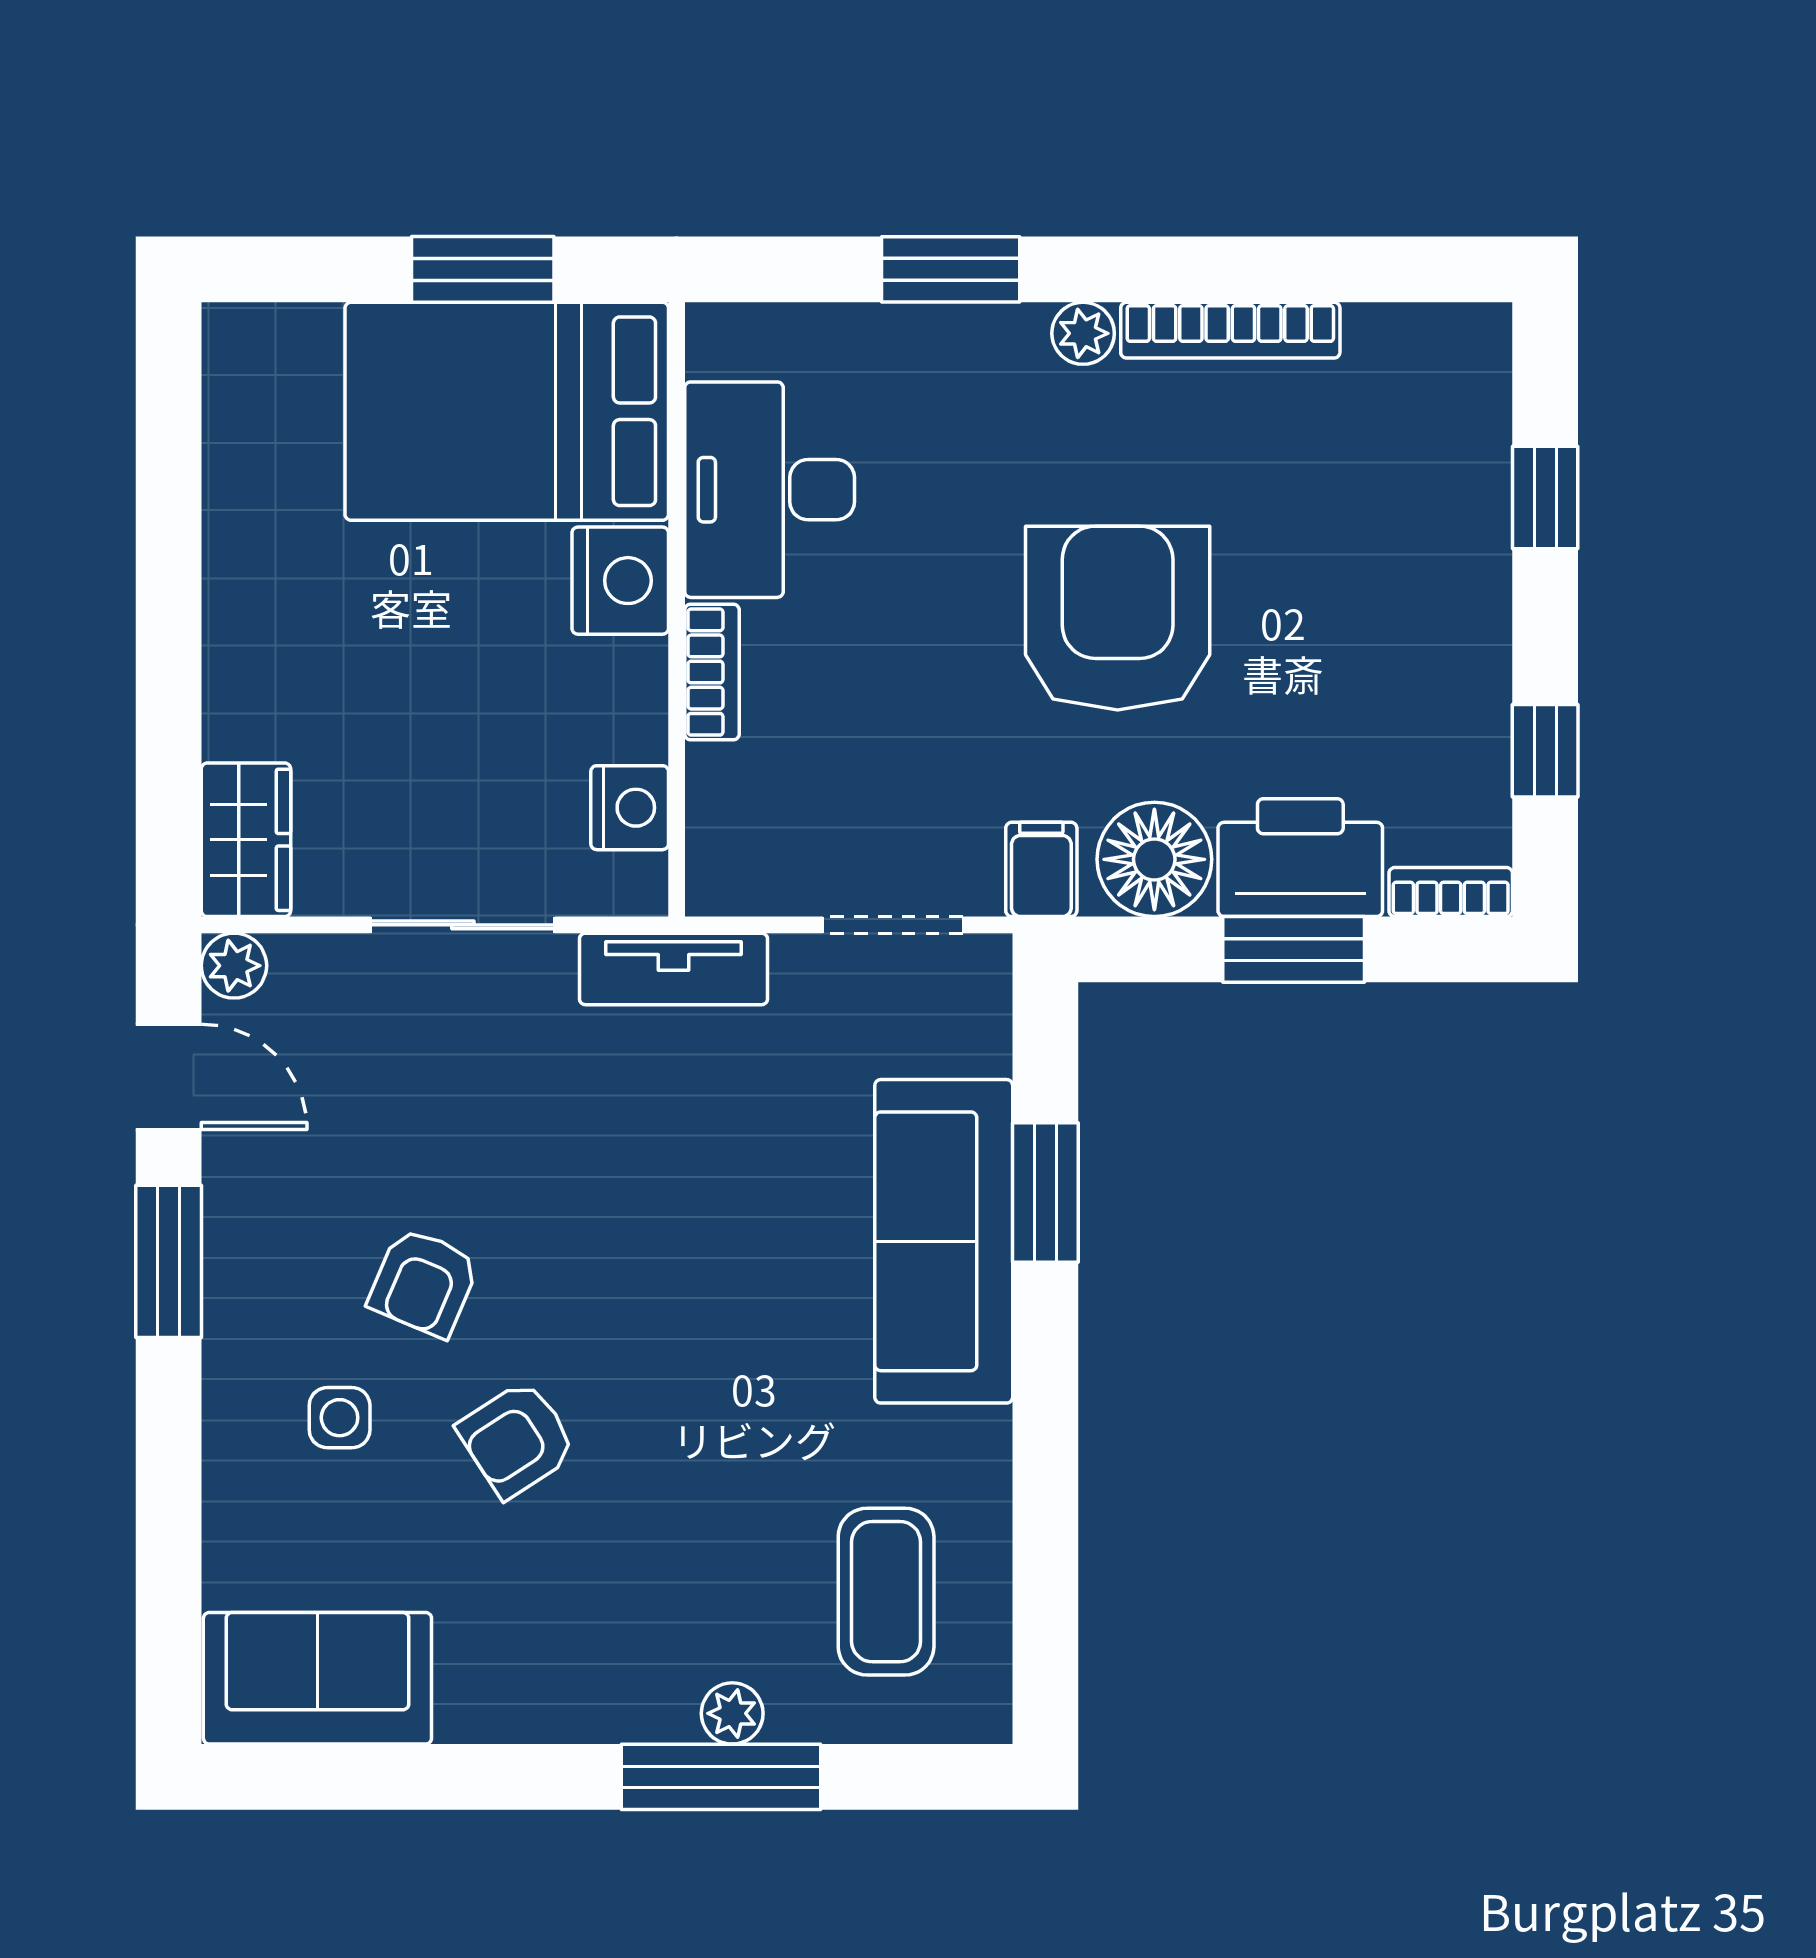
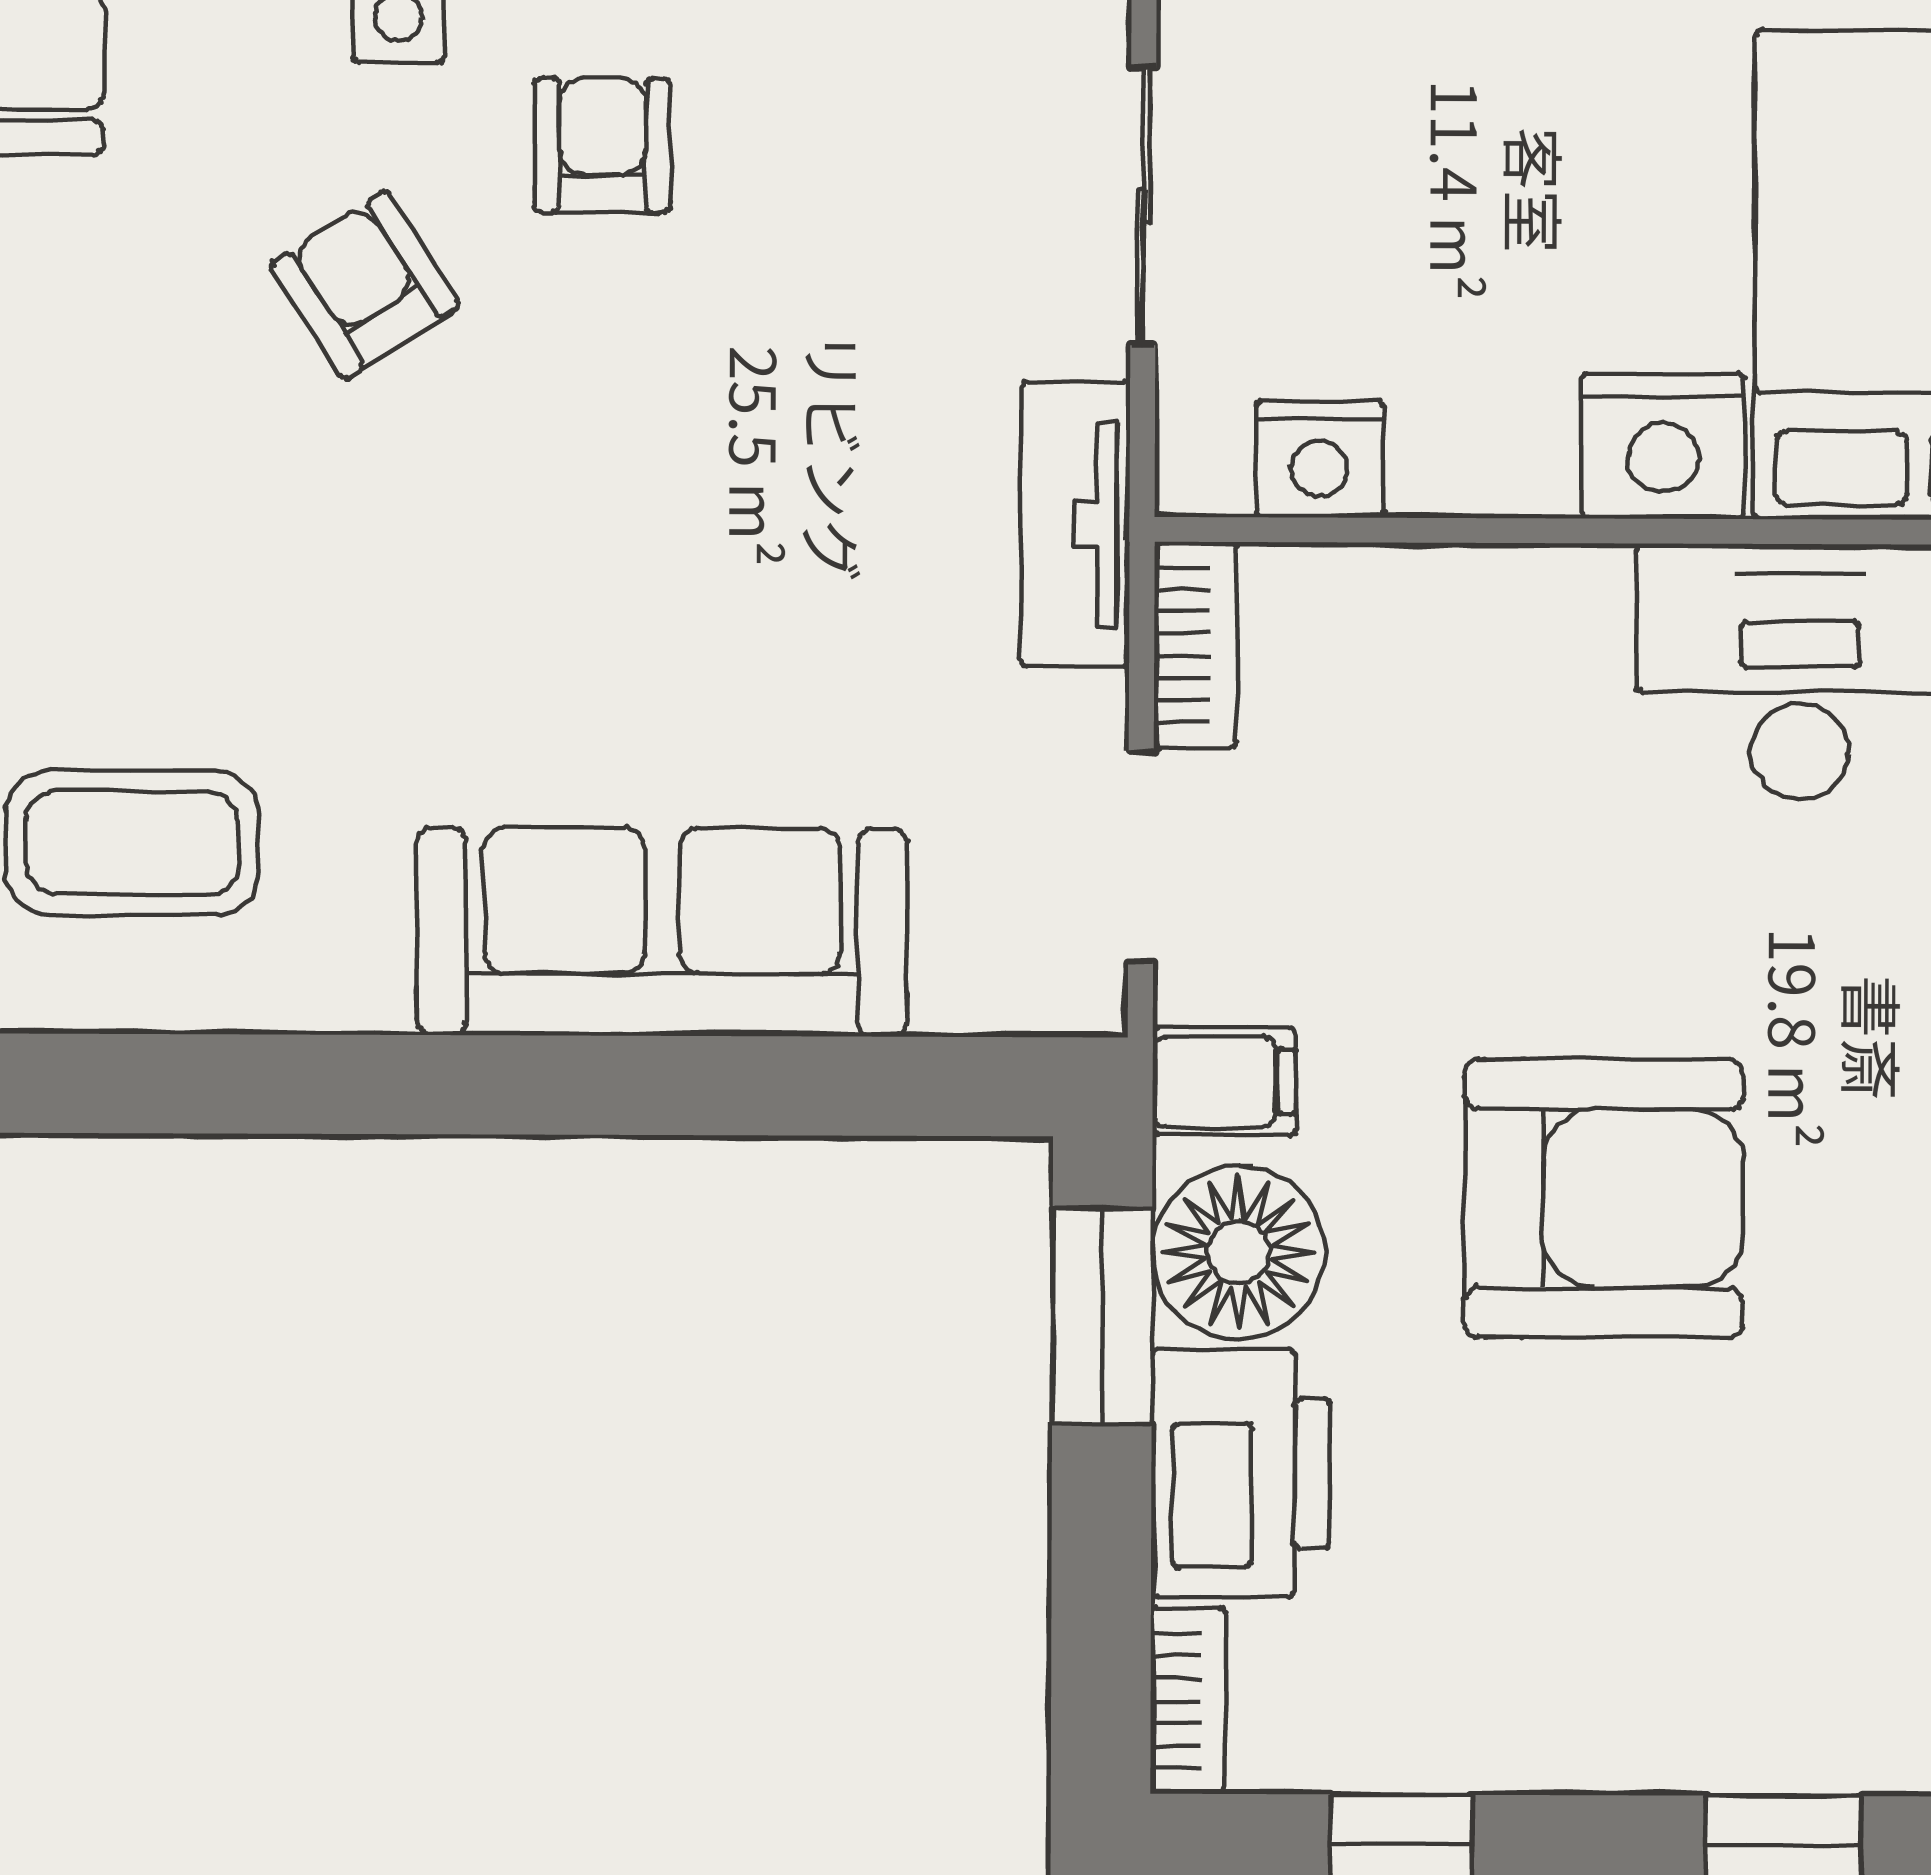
bookcase: (712, 672) -> (1195, 645), moved, turned -90
window: (1294, 949) -> (1102, 1316), moved
window: (1045, 1193) -> (735, 1086), removed
armchair: (424, 1282) -> (603, 145), turned 67

